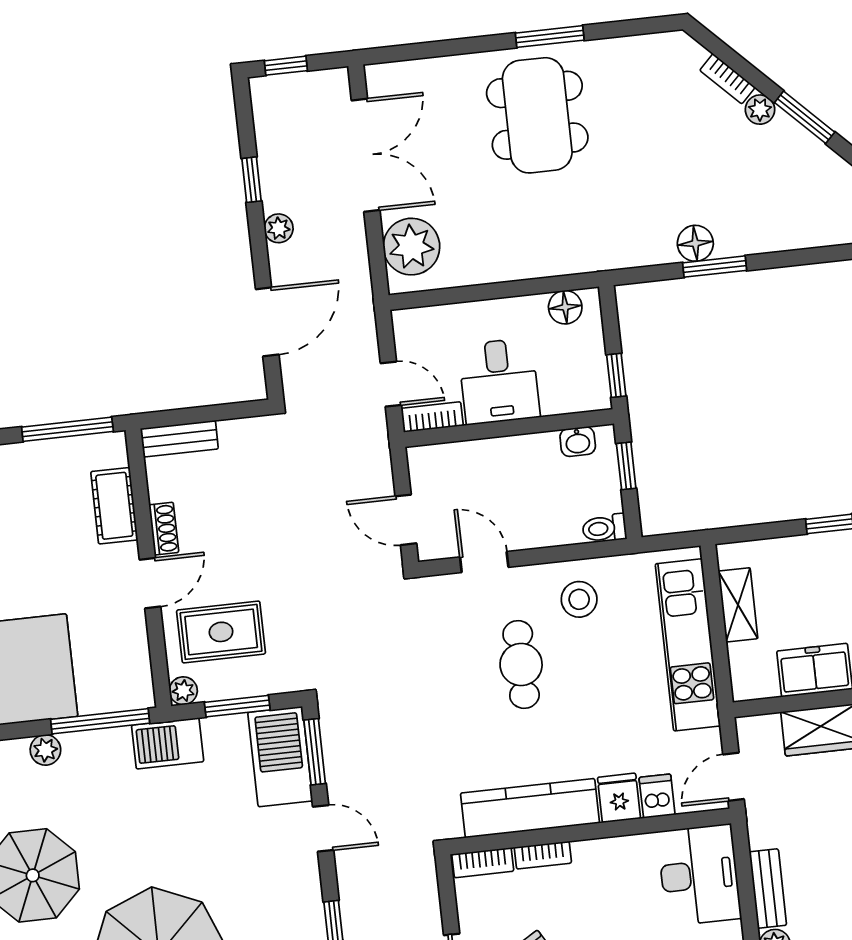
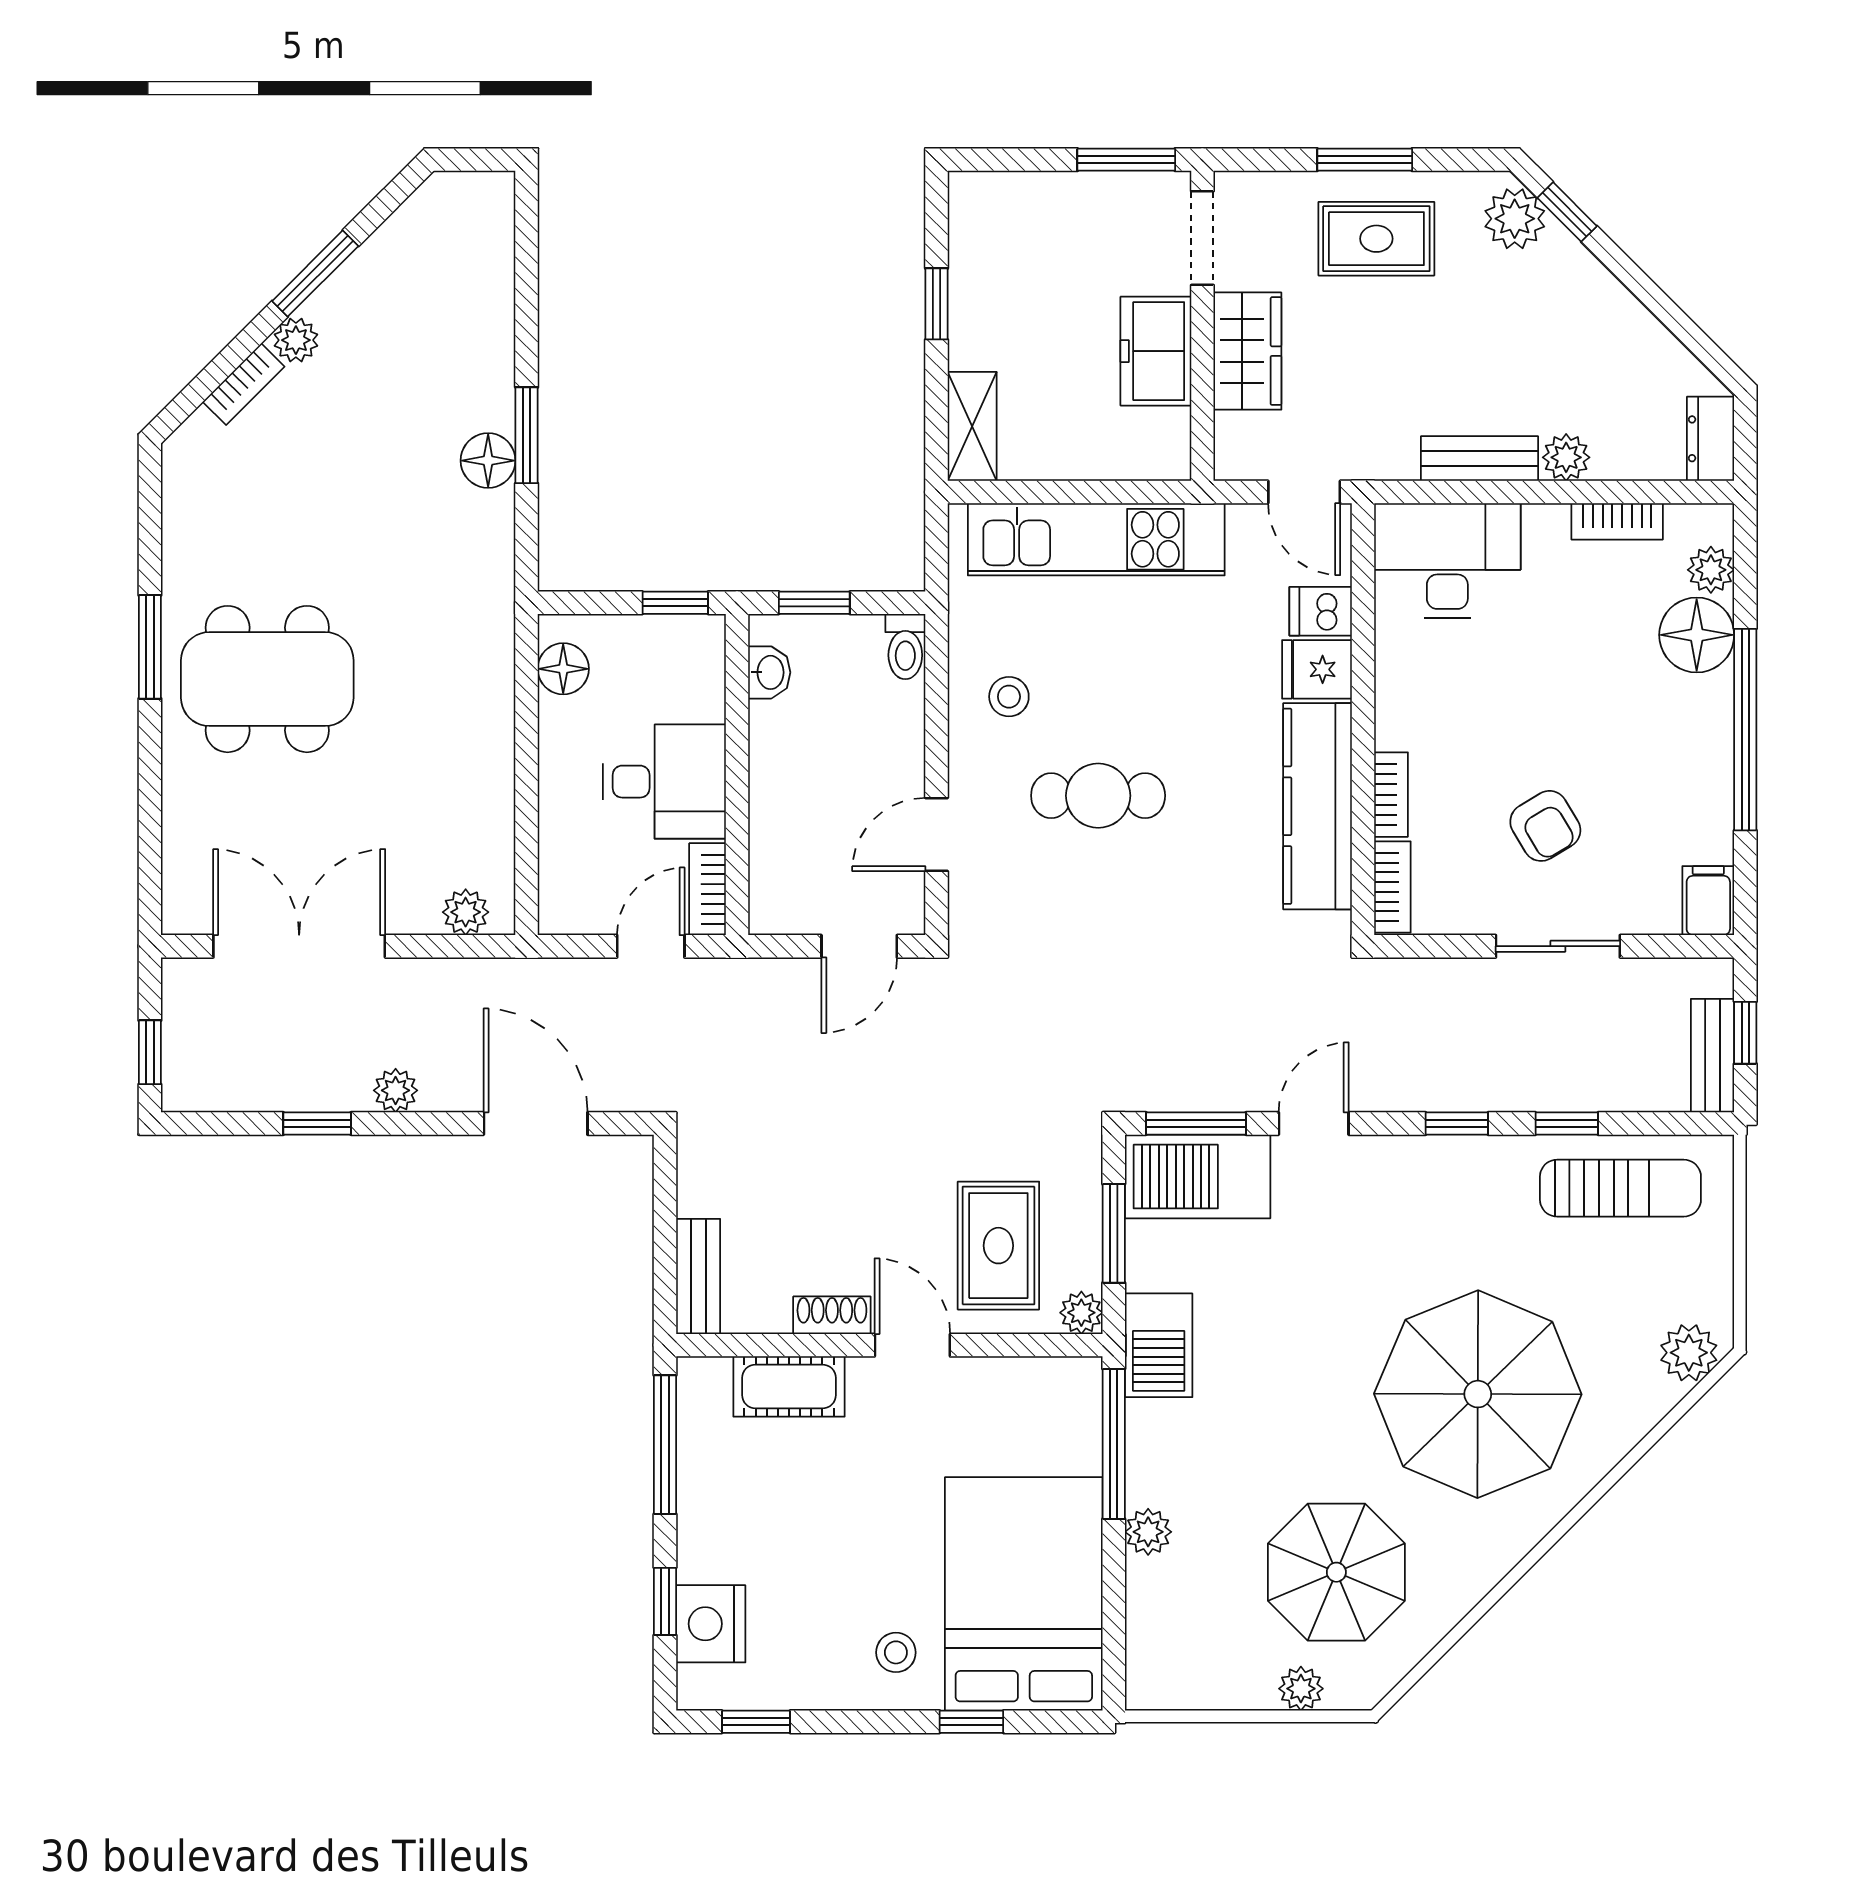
plant: (411, 247) -> (466, 912), width x0.53, depth x0.53
stool: (579, 599) -> (1009, 697), width x0.73, depth x0.73
shelving: (738, 605) -> (972, 426), moved, turned 90

